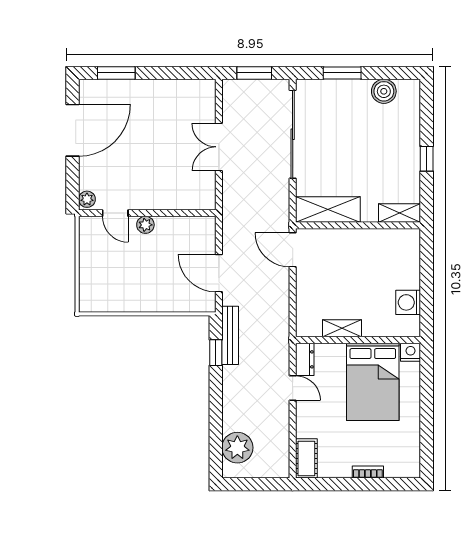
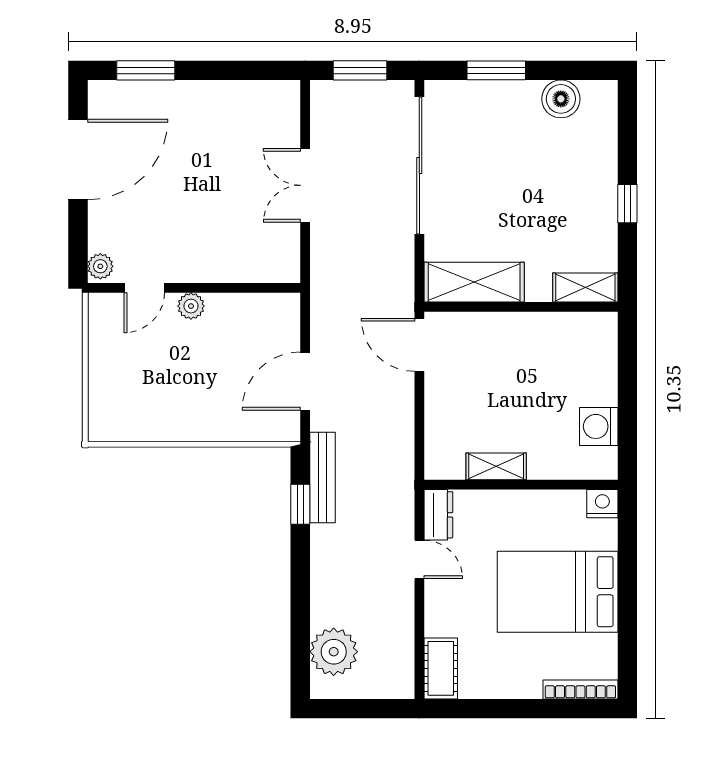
door: (115, 213) -> (144, 288), hinge flipped
door: (219, 273) -> (305, 381), hinge flipped
bed: (373, 382) -> (558, 592), moved, turned 90
bookcase: (368, 472) -> (580, 690), moved, width x1.56

